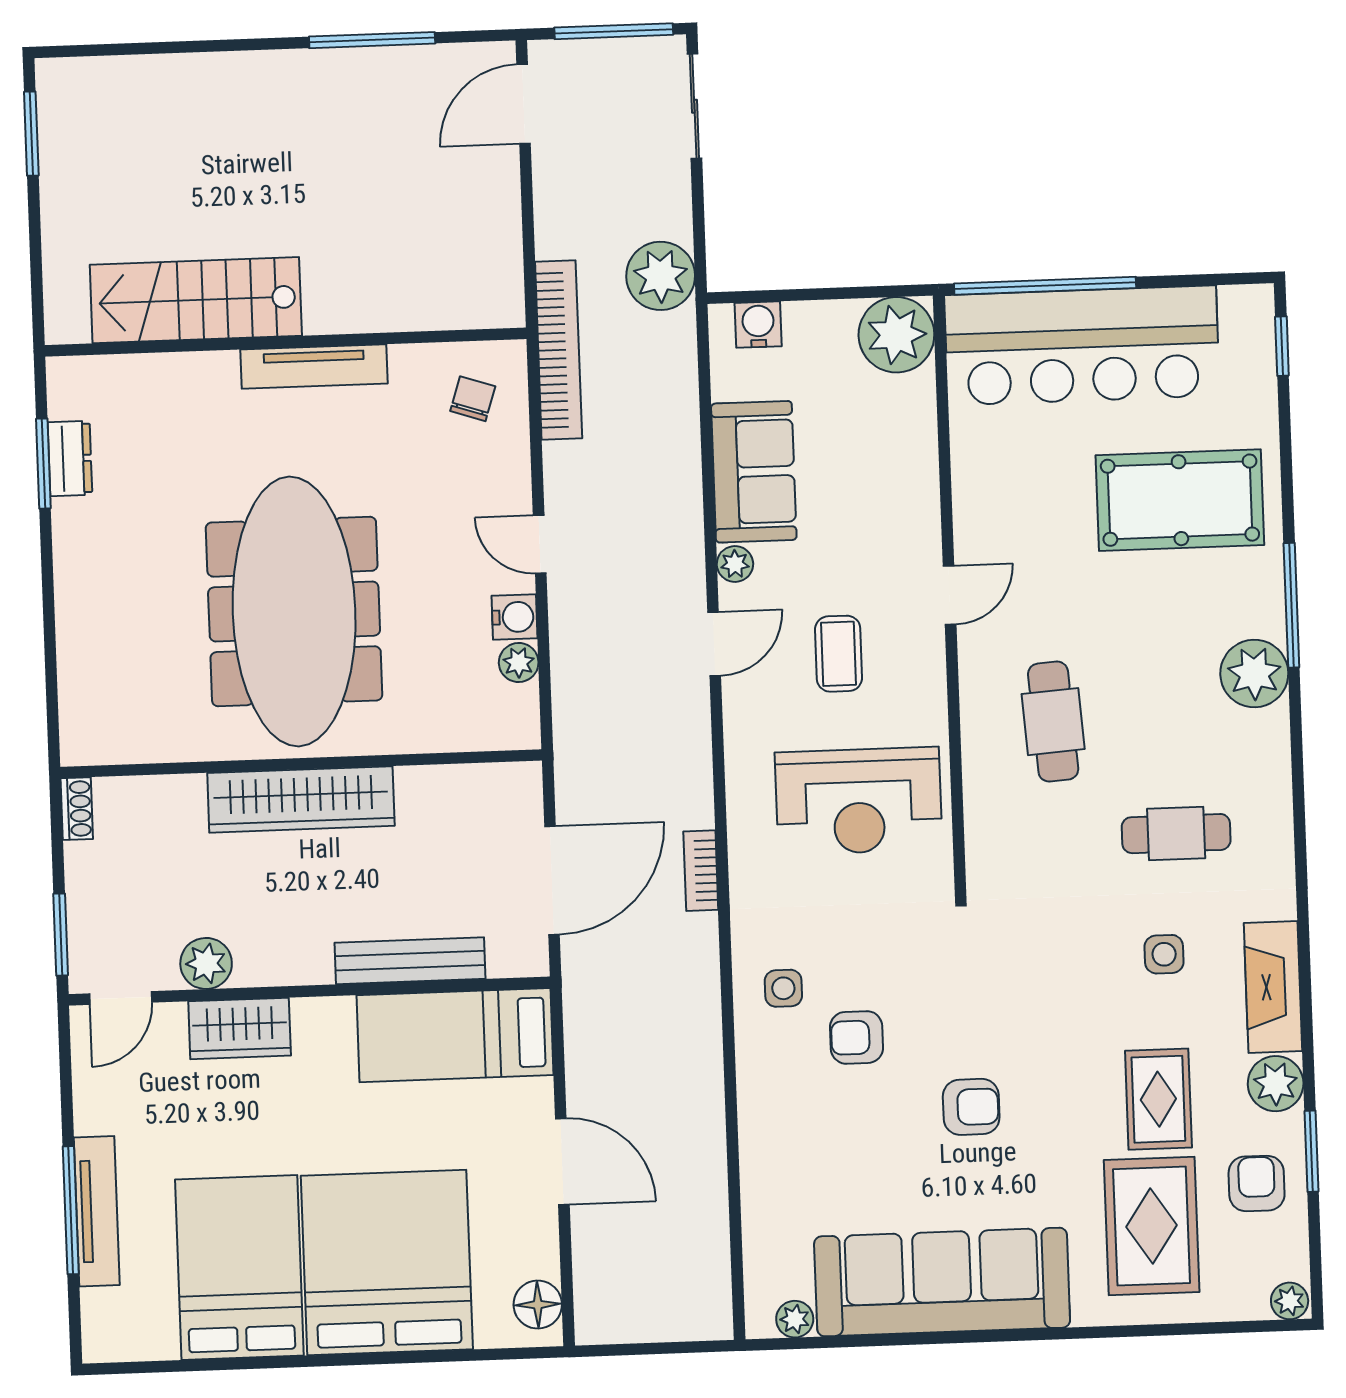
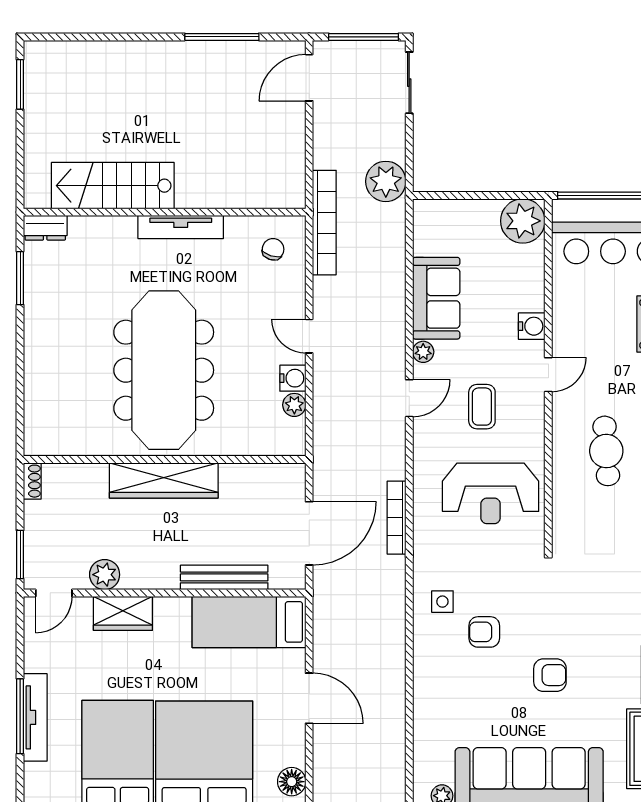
water cooler: (758, 325) -> (532, 326), moved, turned 90
dresser: (70, 458) -> (45, 228), moved, turned 90
bookcase: (701, 871) -> (397, 518), width x1.56

